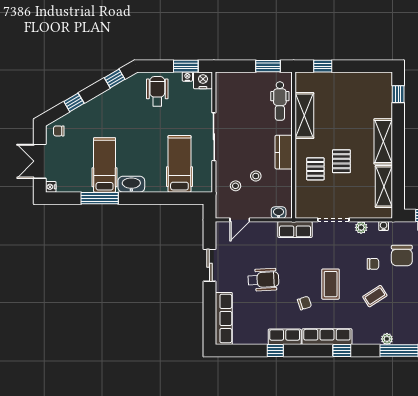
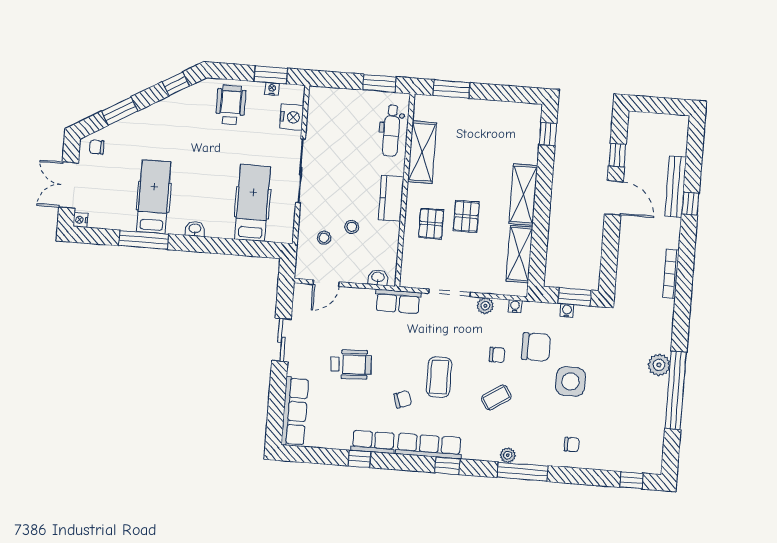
window: (323, 66) -> (452, 89), width x1.50
nightstand: (203, 80) -> (292, 117), moved, turned 90
window: (74, 102) -> (120, 111), width x1.50
washbasin: (131, 184) -> (195, 229), width x0.52, depth x0.69
chair: (402, 256) -> (536, 347), turned -90

